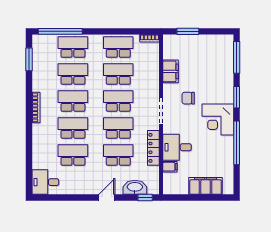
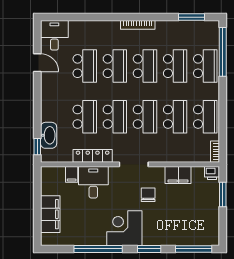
printer: (169, 41) -> (212, 173), added
door: (107, 198) -> (37, 63), moved

